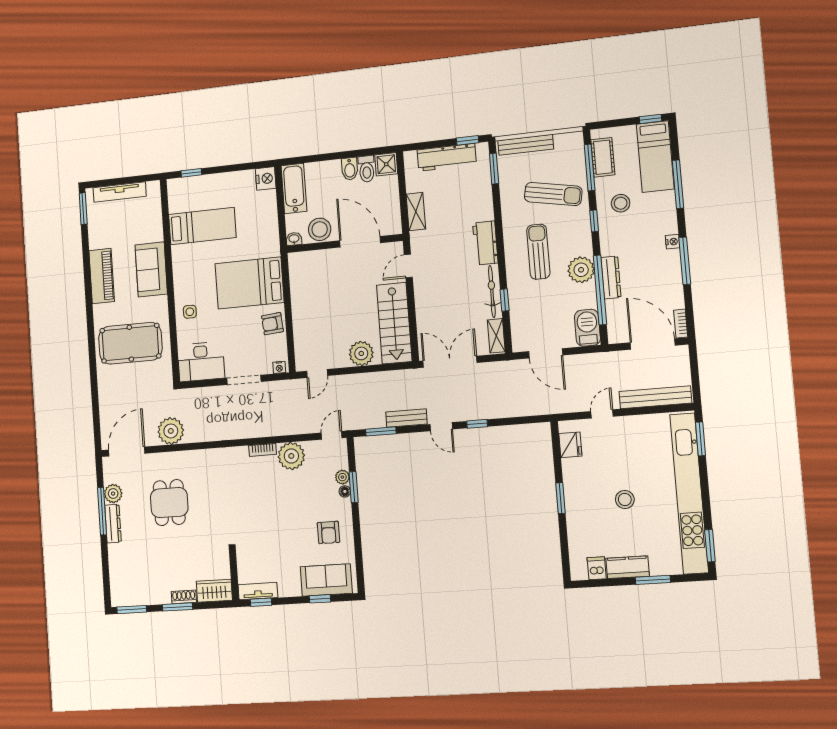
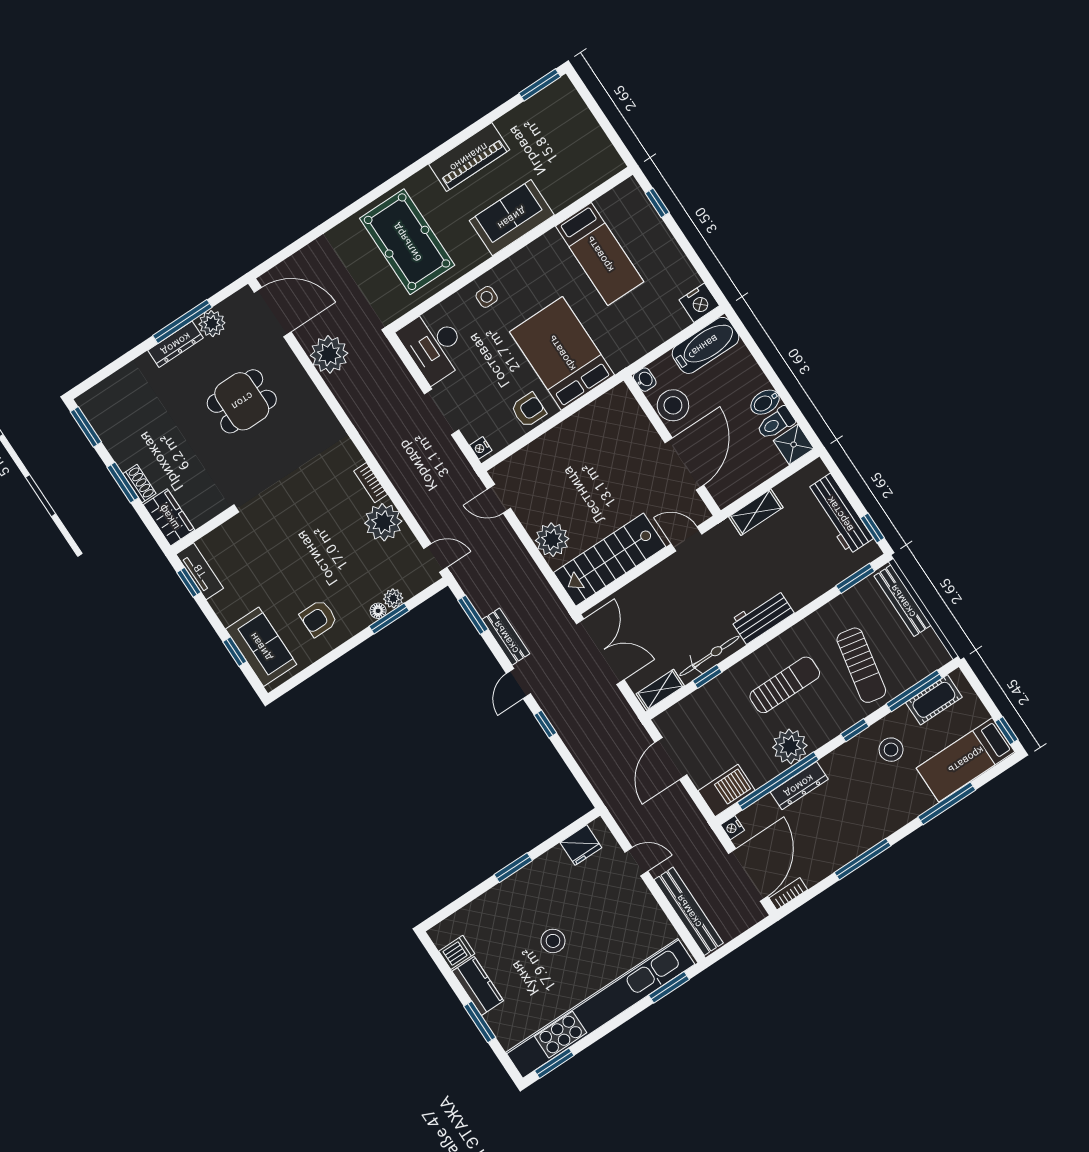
tv unit: (120, 192) -> (585, 122), removed
nightstand: (673, 242) -> (733, 828), moved, turned 90
armchair: (272, 324) -> (528, 410), turned 95

